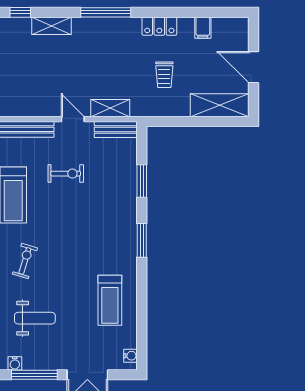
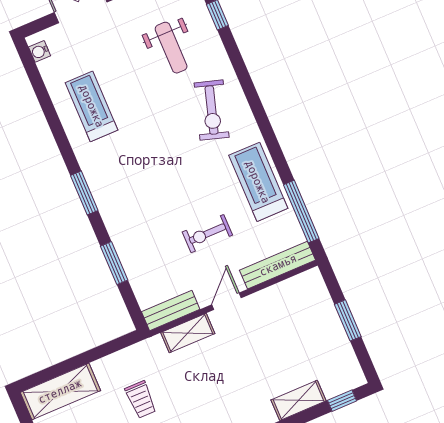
trolley: (164, 75) -> (141, 400), turned 180
door: (73, 119) -> (227, 301), swing flipped
exercise bike: (25, 261) -> (212, 110), width x1.38, depth x1.39
weight bench: (35, 318) -> (171, 48), turned -90

